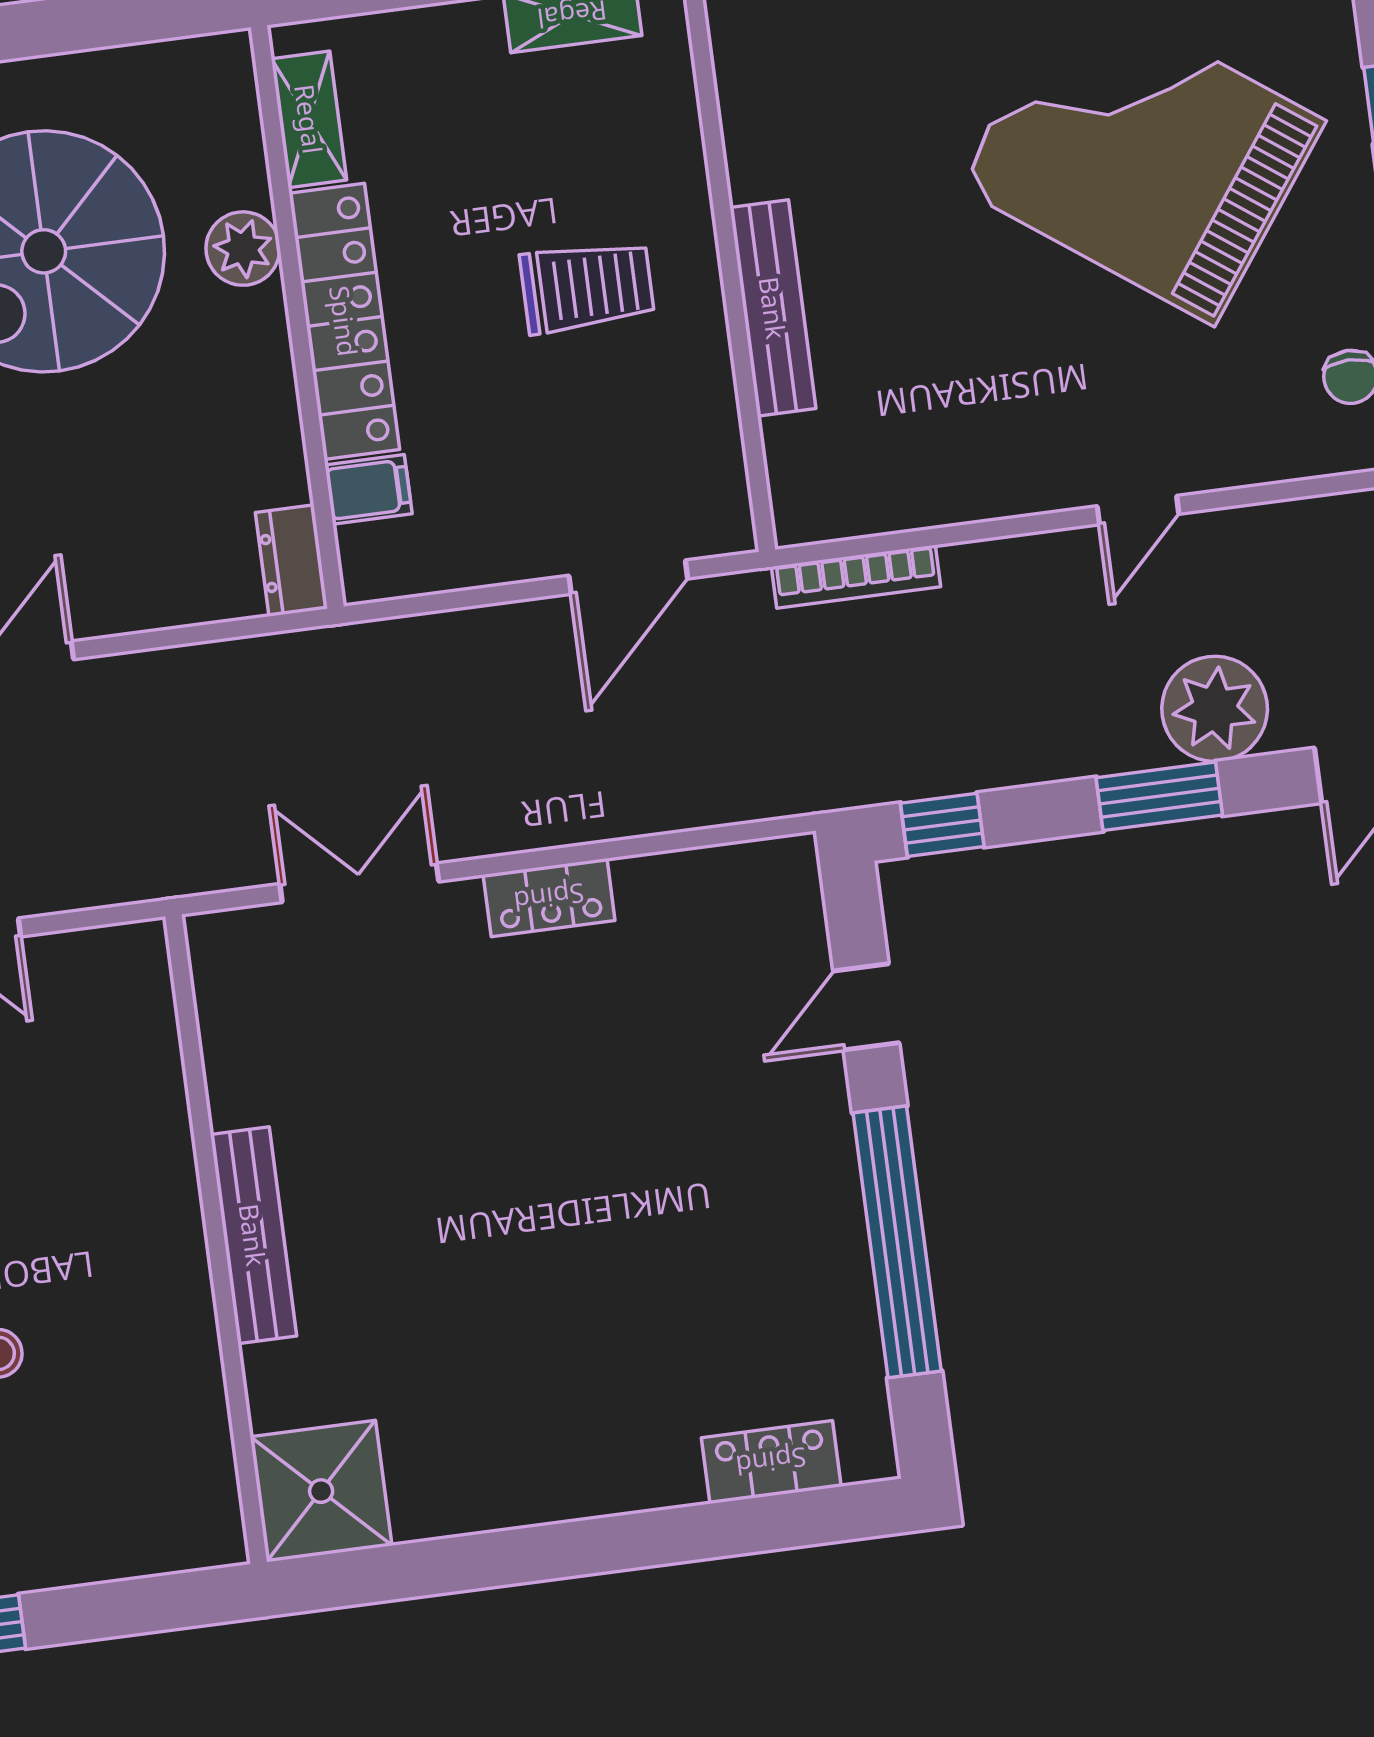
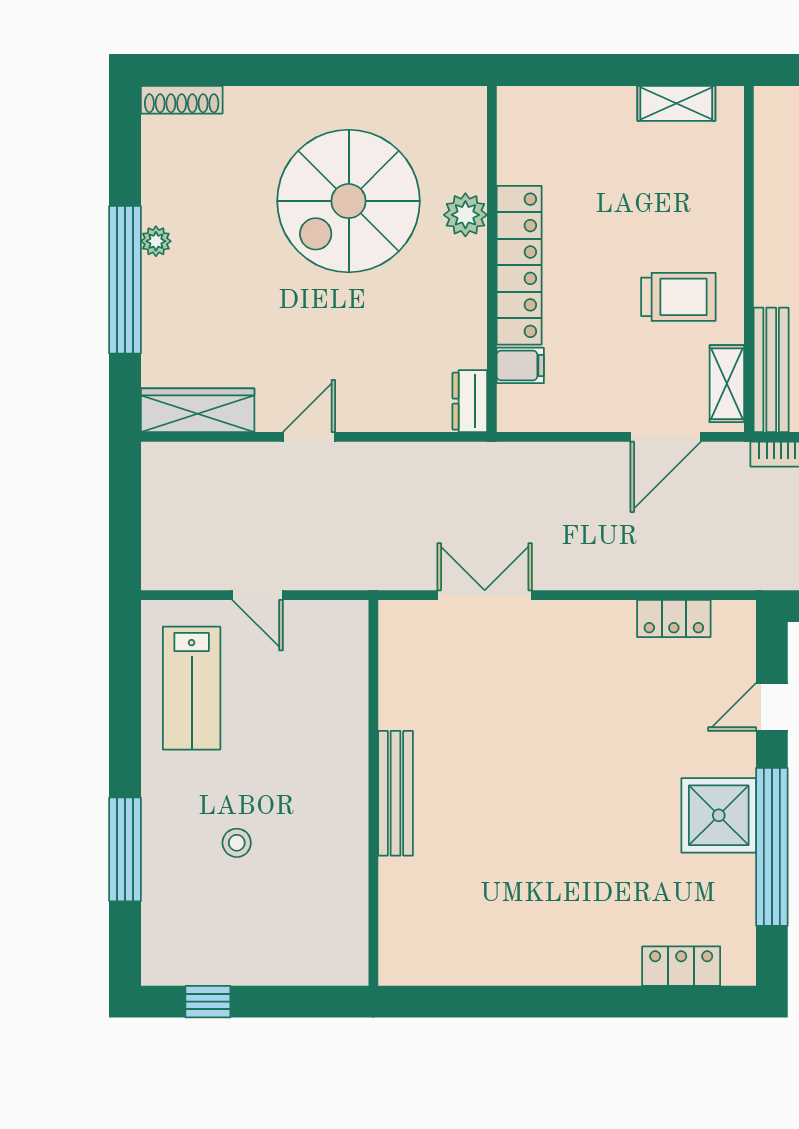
shelving: (309, 119) -> (727, 384), moved
trolley: (587, 287) -> (678, 297), moved
bench: (773, 308) -> (771, 370), moved
locker: (549, 898) -> (674, 618), moved
shower: (321, 1491) -> (719, 815), moved

